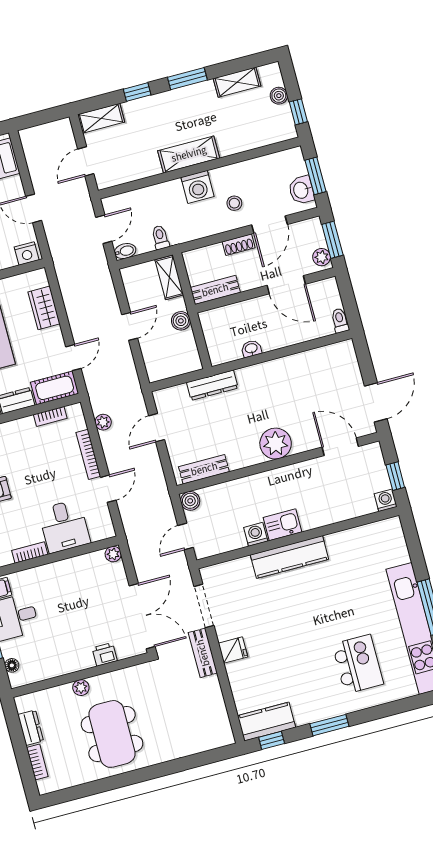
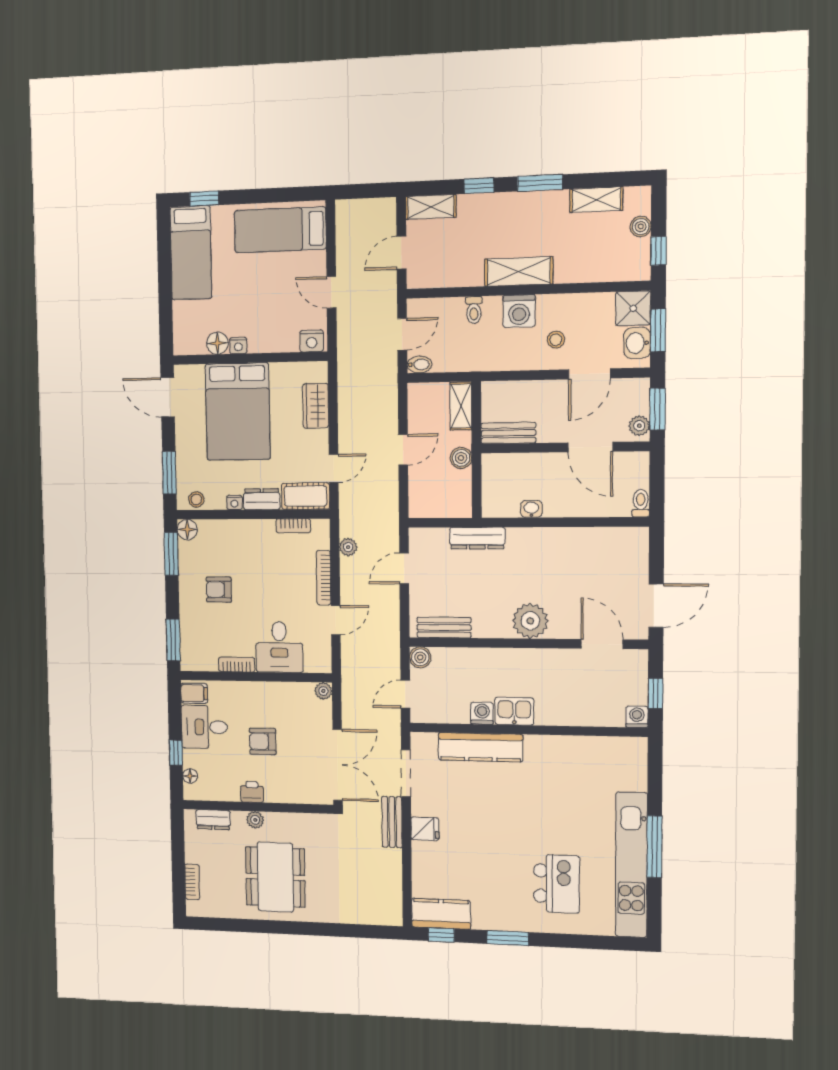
shower: (291, 163) -> (633, 308), added
toilet: (160, 237) -> (474, 310), moved, turned 180
shoe rack: (239, 245) -> (548, 388), removed
kitchen counter: (289, 557) -> (480, 747), moved
armchair: (70, 615) -> (263, 741), added
printer: (105, 654) -> (252, 792), moved
dresser: (31, 728) -> (213, 820), moved, turned 90

